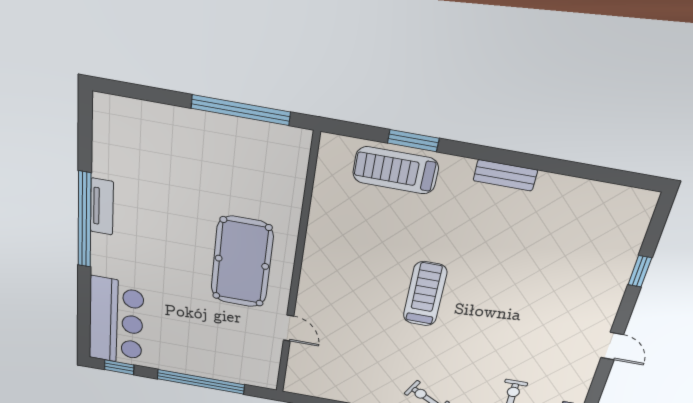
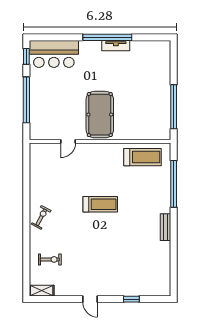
window: (413, 141) -> (174, 184), width x2.11
treadmill: (396, 170) -> (142, 157), moved, turned 90
pool table: (242, 262) -> (100, 115), turned 90
door: (612, 346) -> (90, 299), hinge flipped

